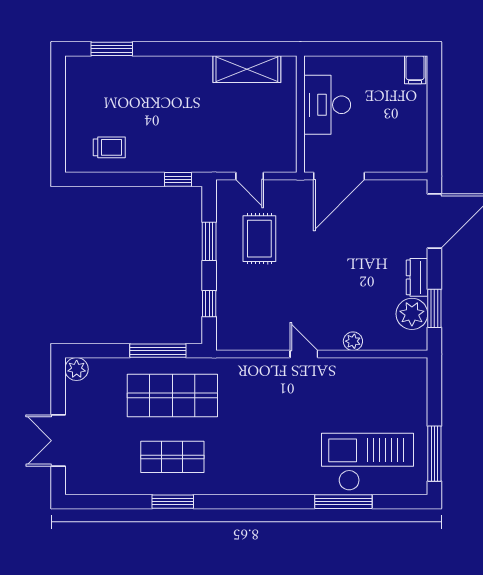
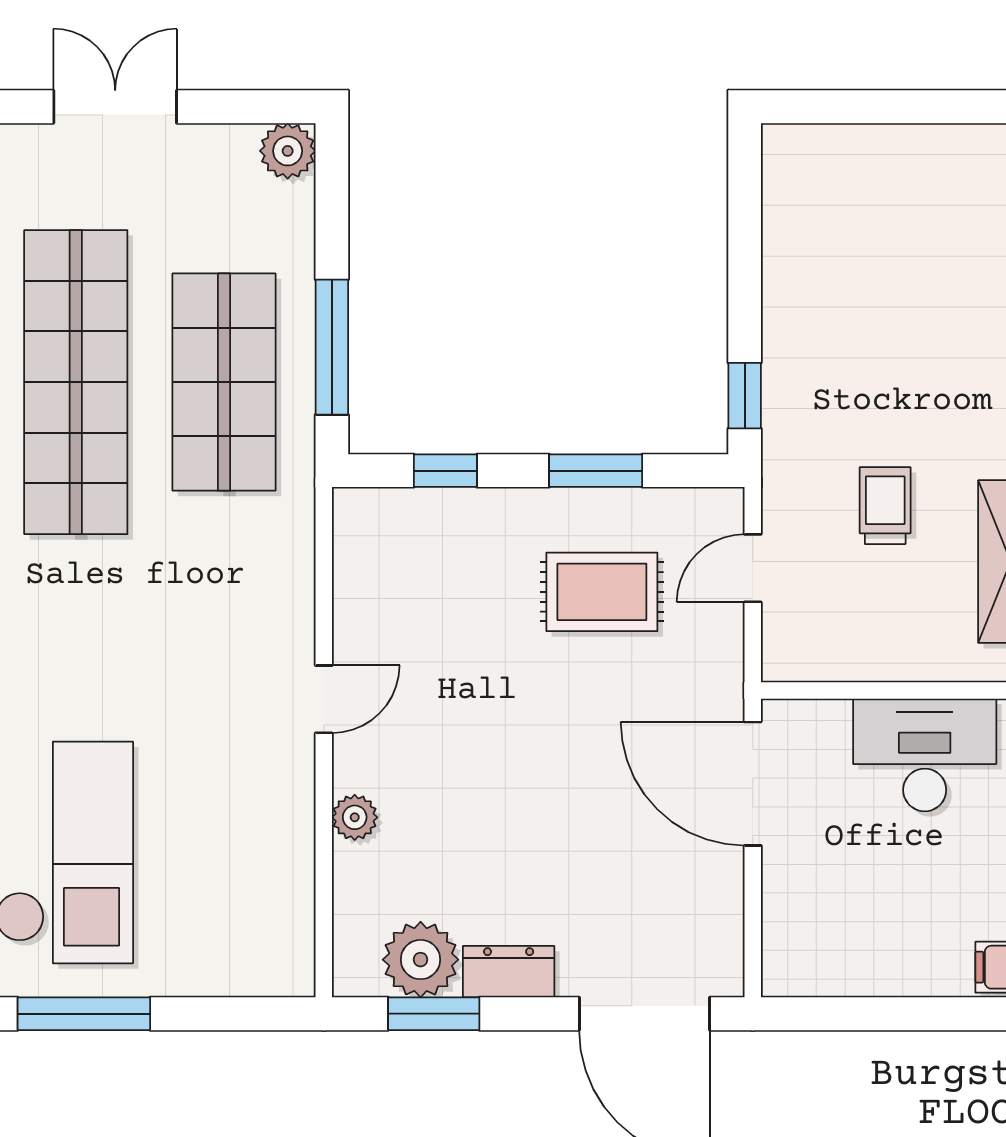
trolley: (109, 147) -> (885, 506), moved, turned 180
shop shelf: (172, 457) -> (76, 382), width x2.00, depth x1.36

